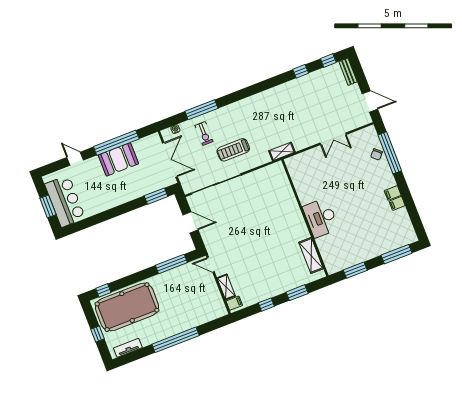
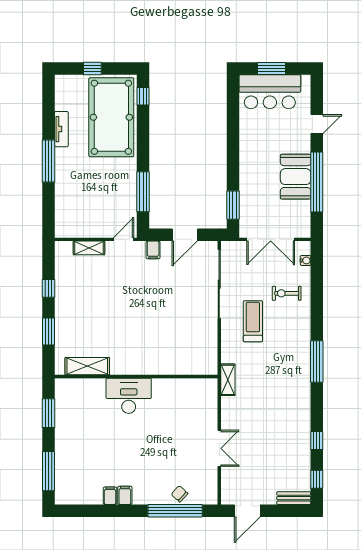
window: (201, 110) -> (317, 361), moved
double door: (333, 139) -> (219, 448), swing flipped
filing cabinet: (234, 303) -> (153, 250), moved
window: (176, 340) -> (48, 161), width x0.68
tv unit: (128, 348) -> (61, 129), moved

